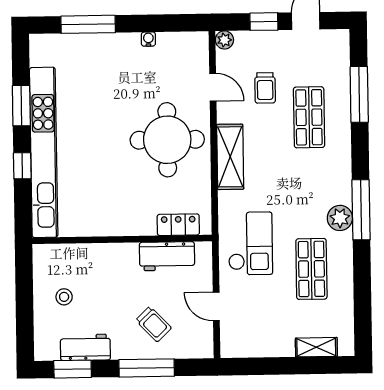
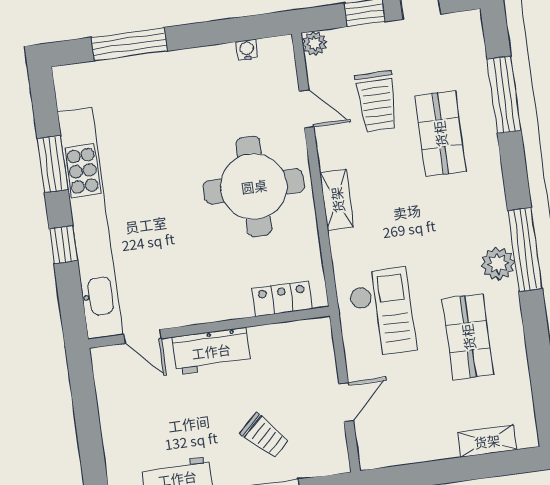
water cooler: (148, 39) -> (247, 50), moved
trolley: (265, 88) -> (377, 101), width x1.36, depth x1.39
shelving: (230, 157) -> (337, 200), width x0.67, depth x0.75
door: (72, 240) -> (142, 336), added
workbench: (167, 256) -> (211, 351), moved
stool: (64, 297) -> (140, 414), removed
door: (216, 306) -> (346, 402), swing flipped

